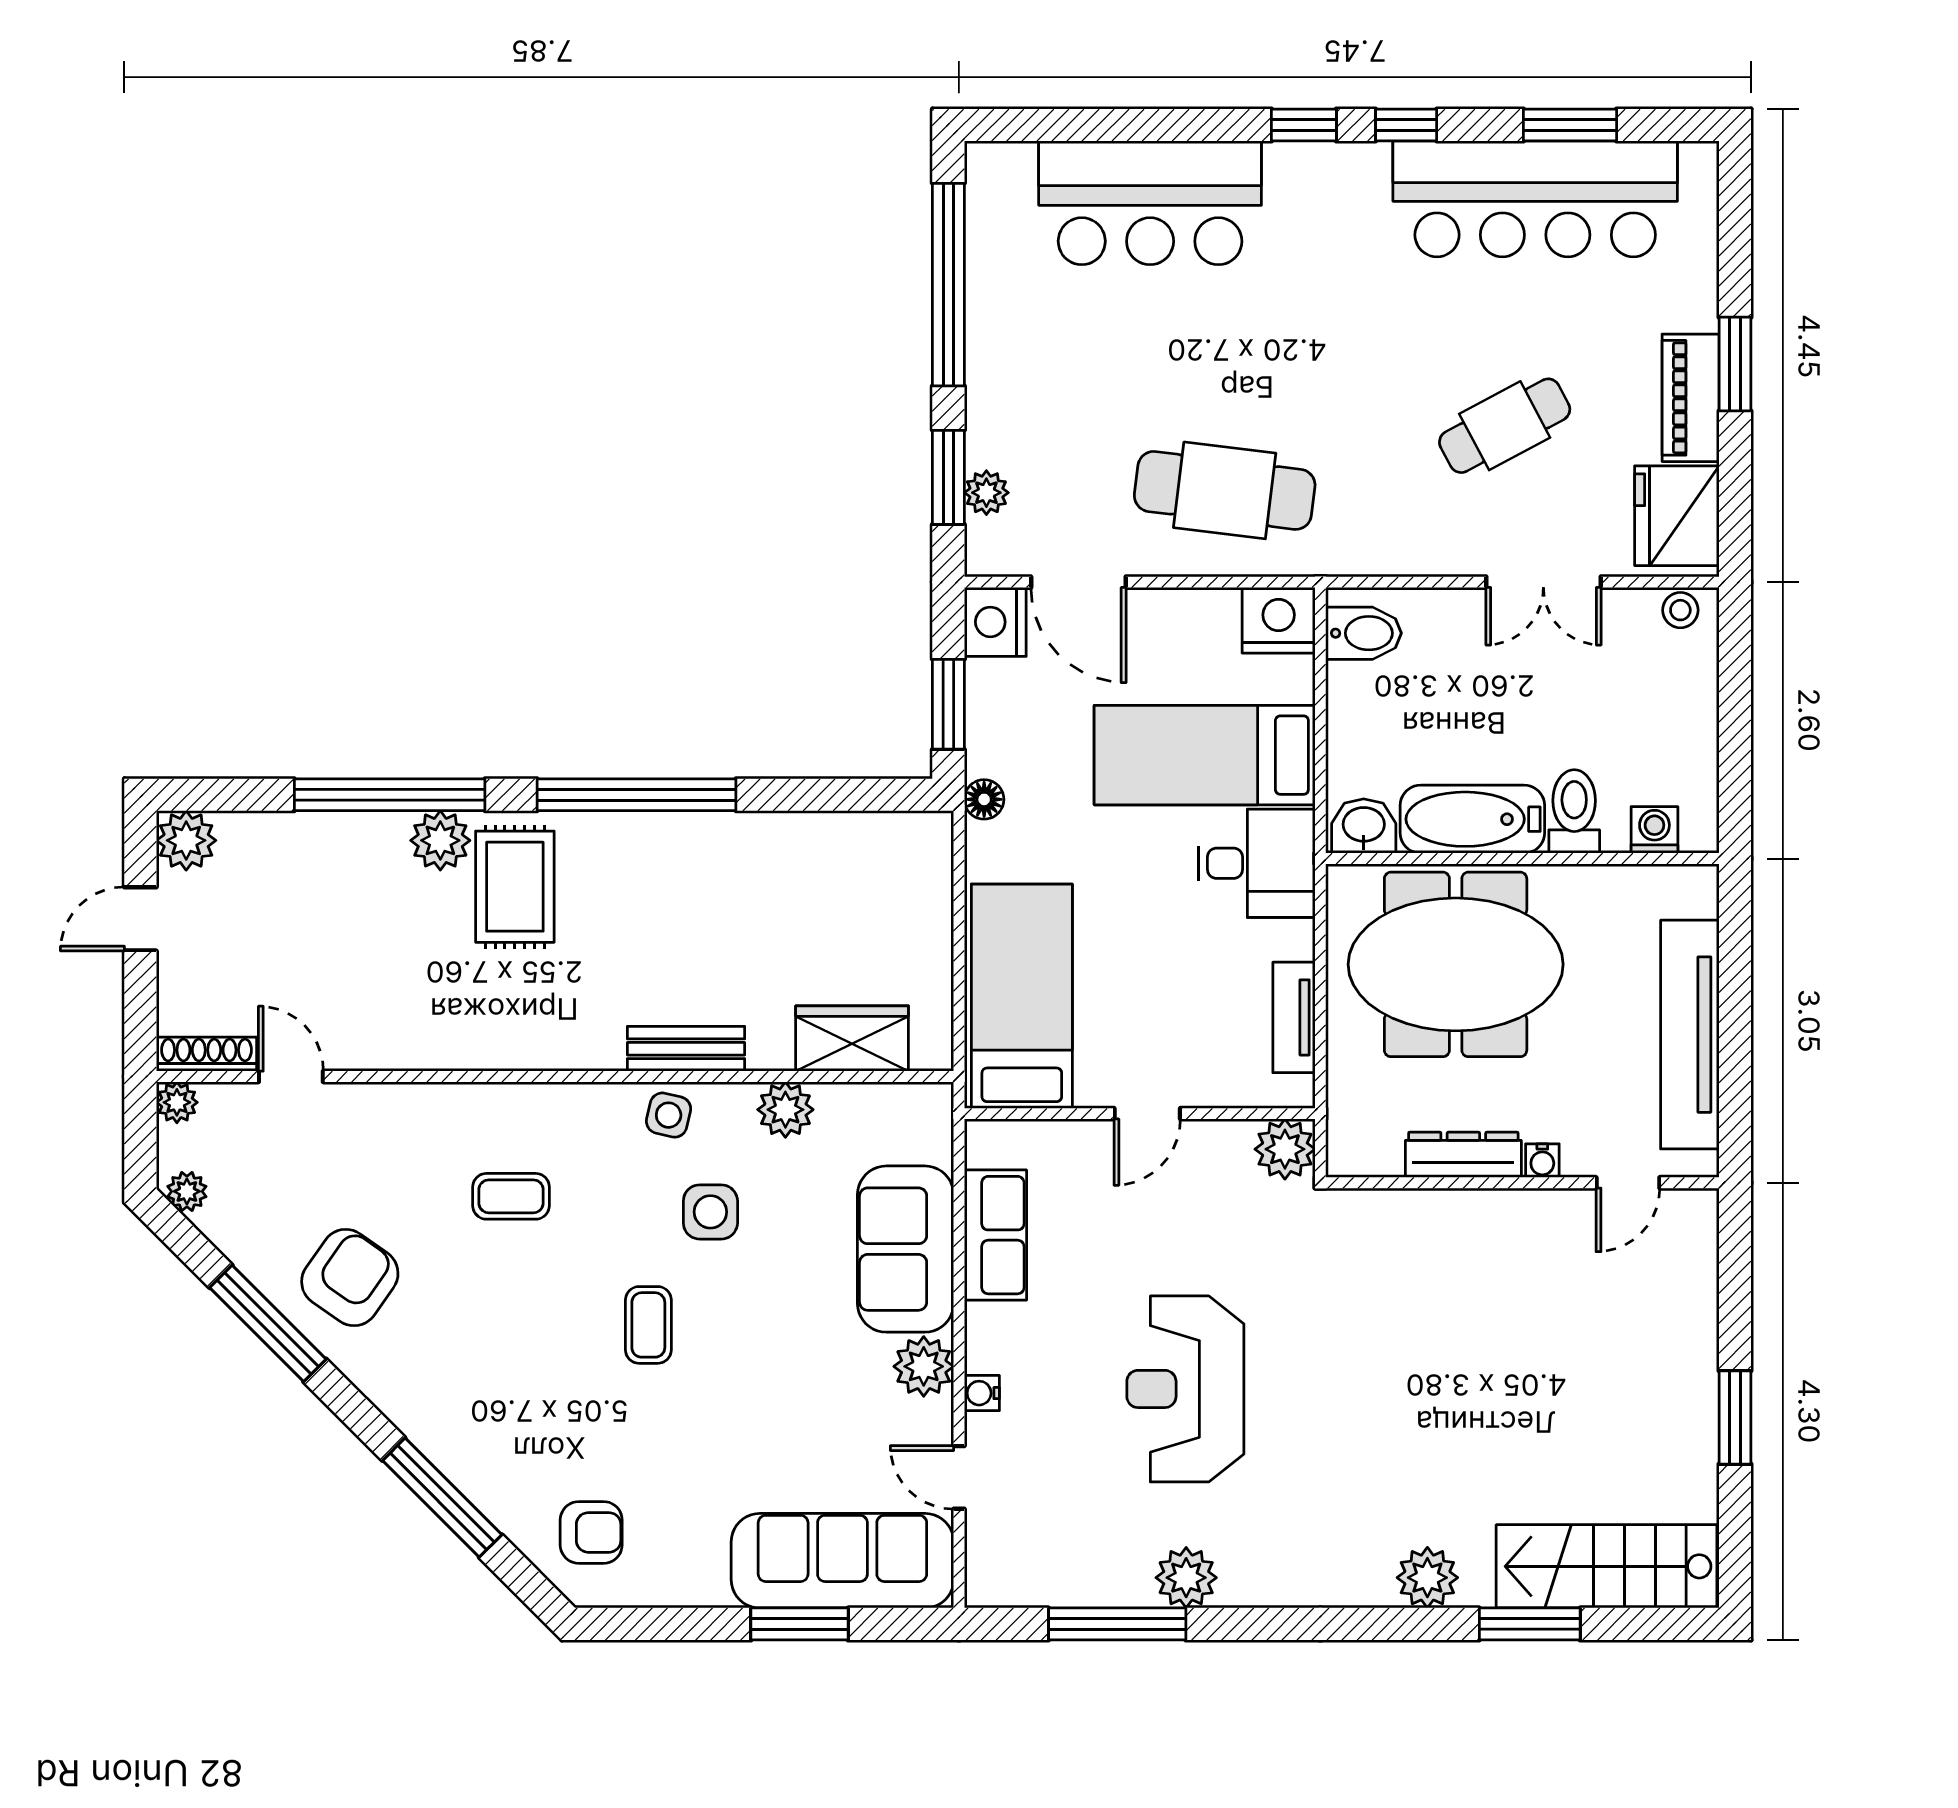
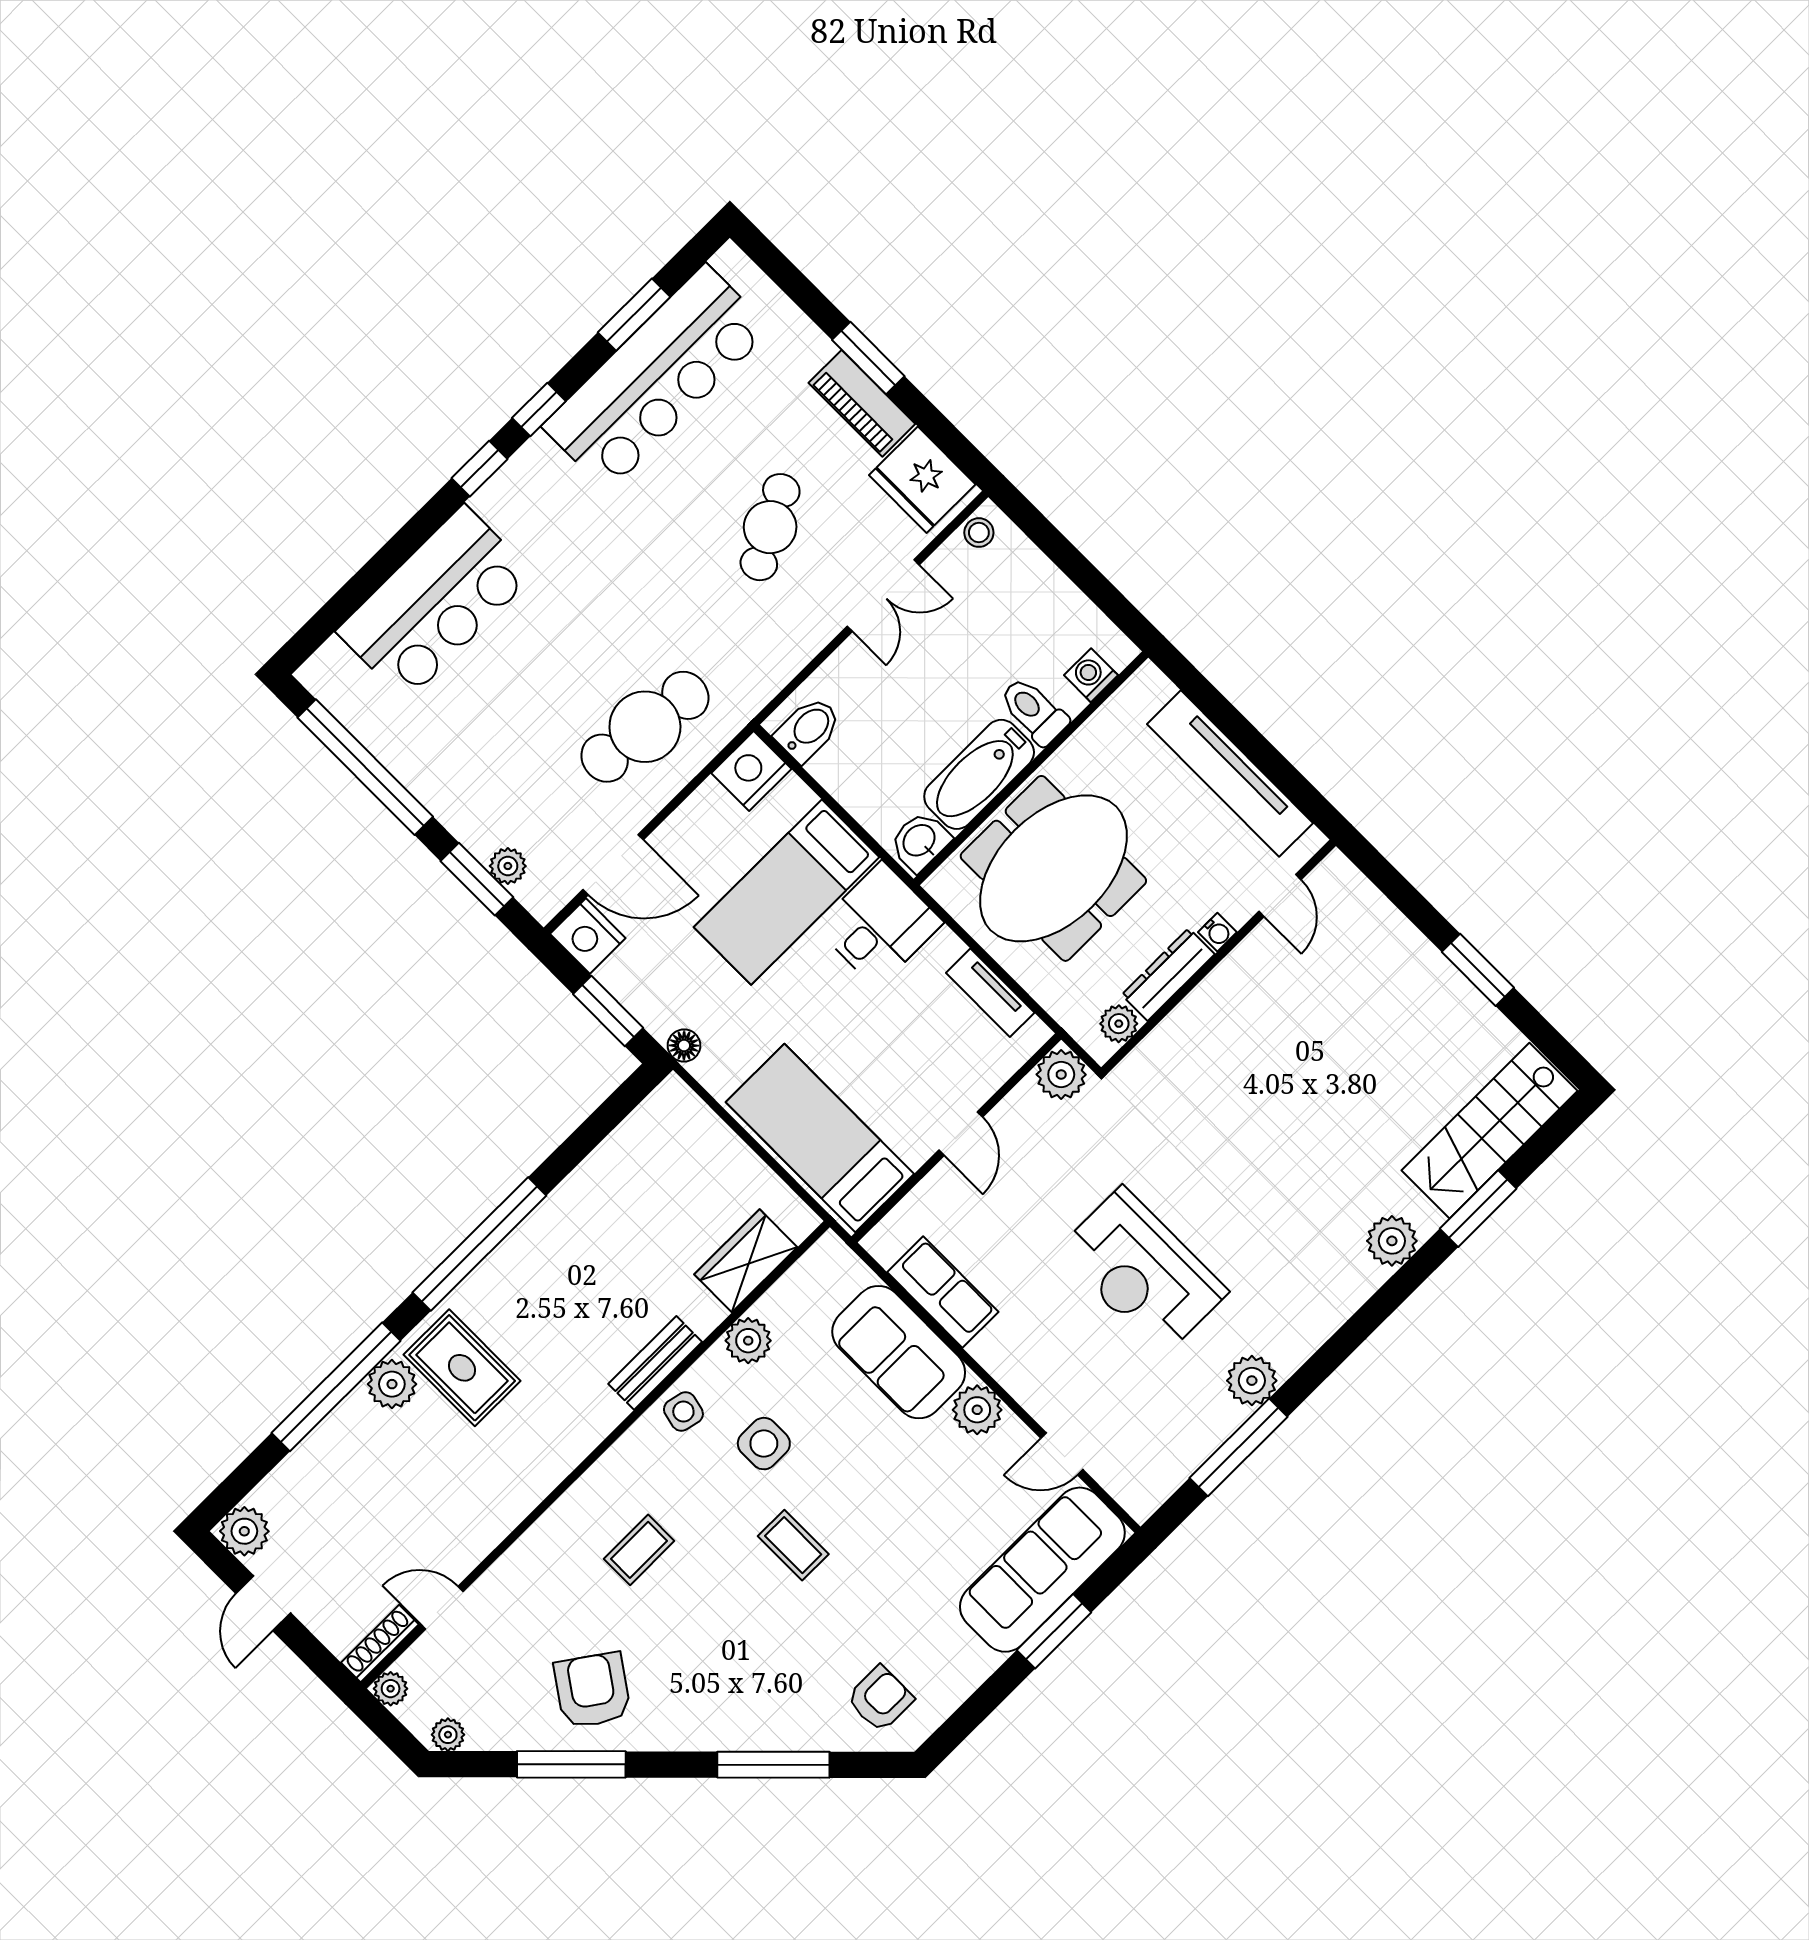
plant: (1378, 1155) -> (1119, 1024), added
water cooler: (982, 1393) -> (1026, 1392), removed

